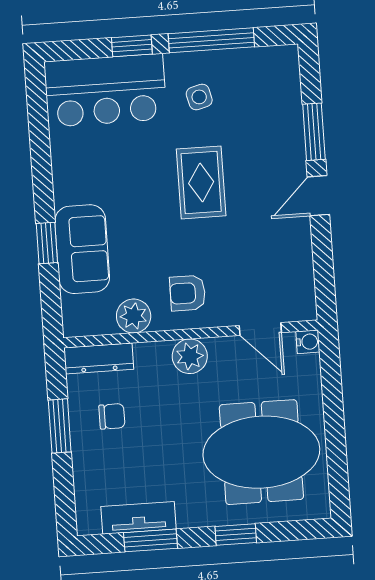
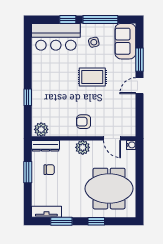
rug: (201, 182) -> (92, 77), turned 90
sofa: (82, 249) -> (125, 41), moved, turned 180
plant: (134, 316) -> (41, 129), moved
tv unit: (139, 518) -> (46, 212), moved

